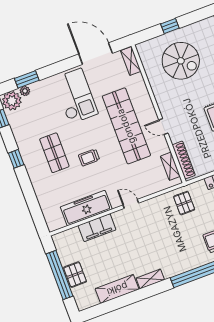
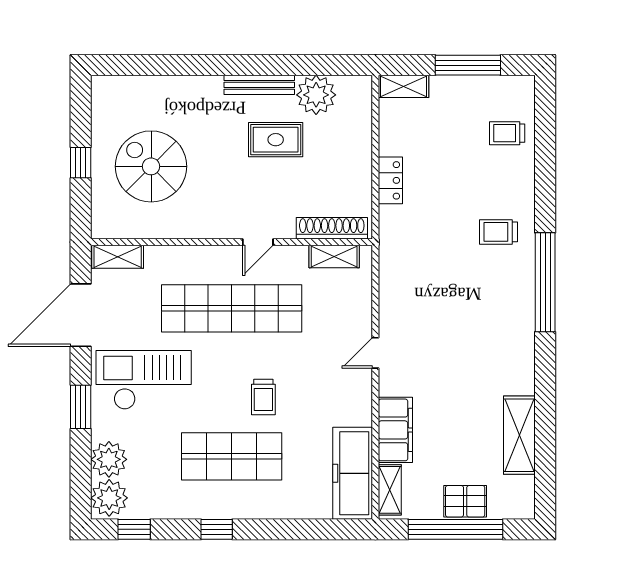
spiral stairs: (181, 61) -> (151, 166), turned -90
window: (27, 79) -> (81, 407), moved
plant: (25, 91) -> (109, 459), width x1.88, depth x1.88
shop shelf: (54, 153) -> (232, 456), width x1.43, depth x1.36
pallet: (184, 203) -> (410, 256), removed
freezer: (86, 208) -> (353, 473), moved
shelving: (150, 279) -> (390, 490), moved

